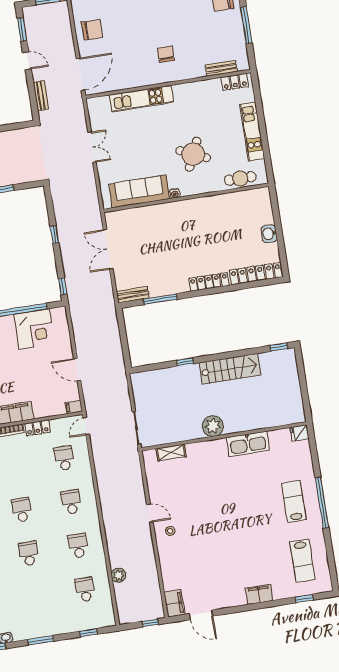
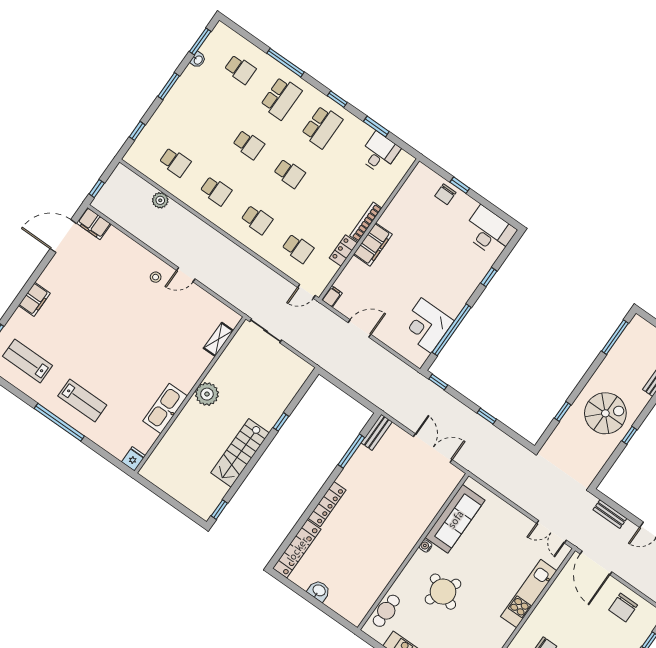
double door: (92, 147) -> (552, 532), moved
door: (86, 426) -> (306, 291), swing flipped
door: (201, 615) -> (63, 236), width x1.36

